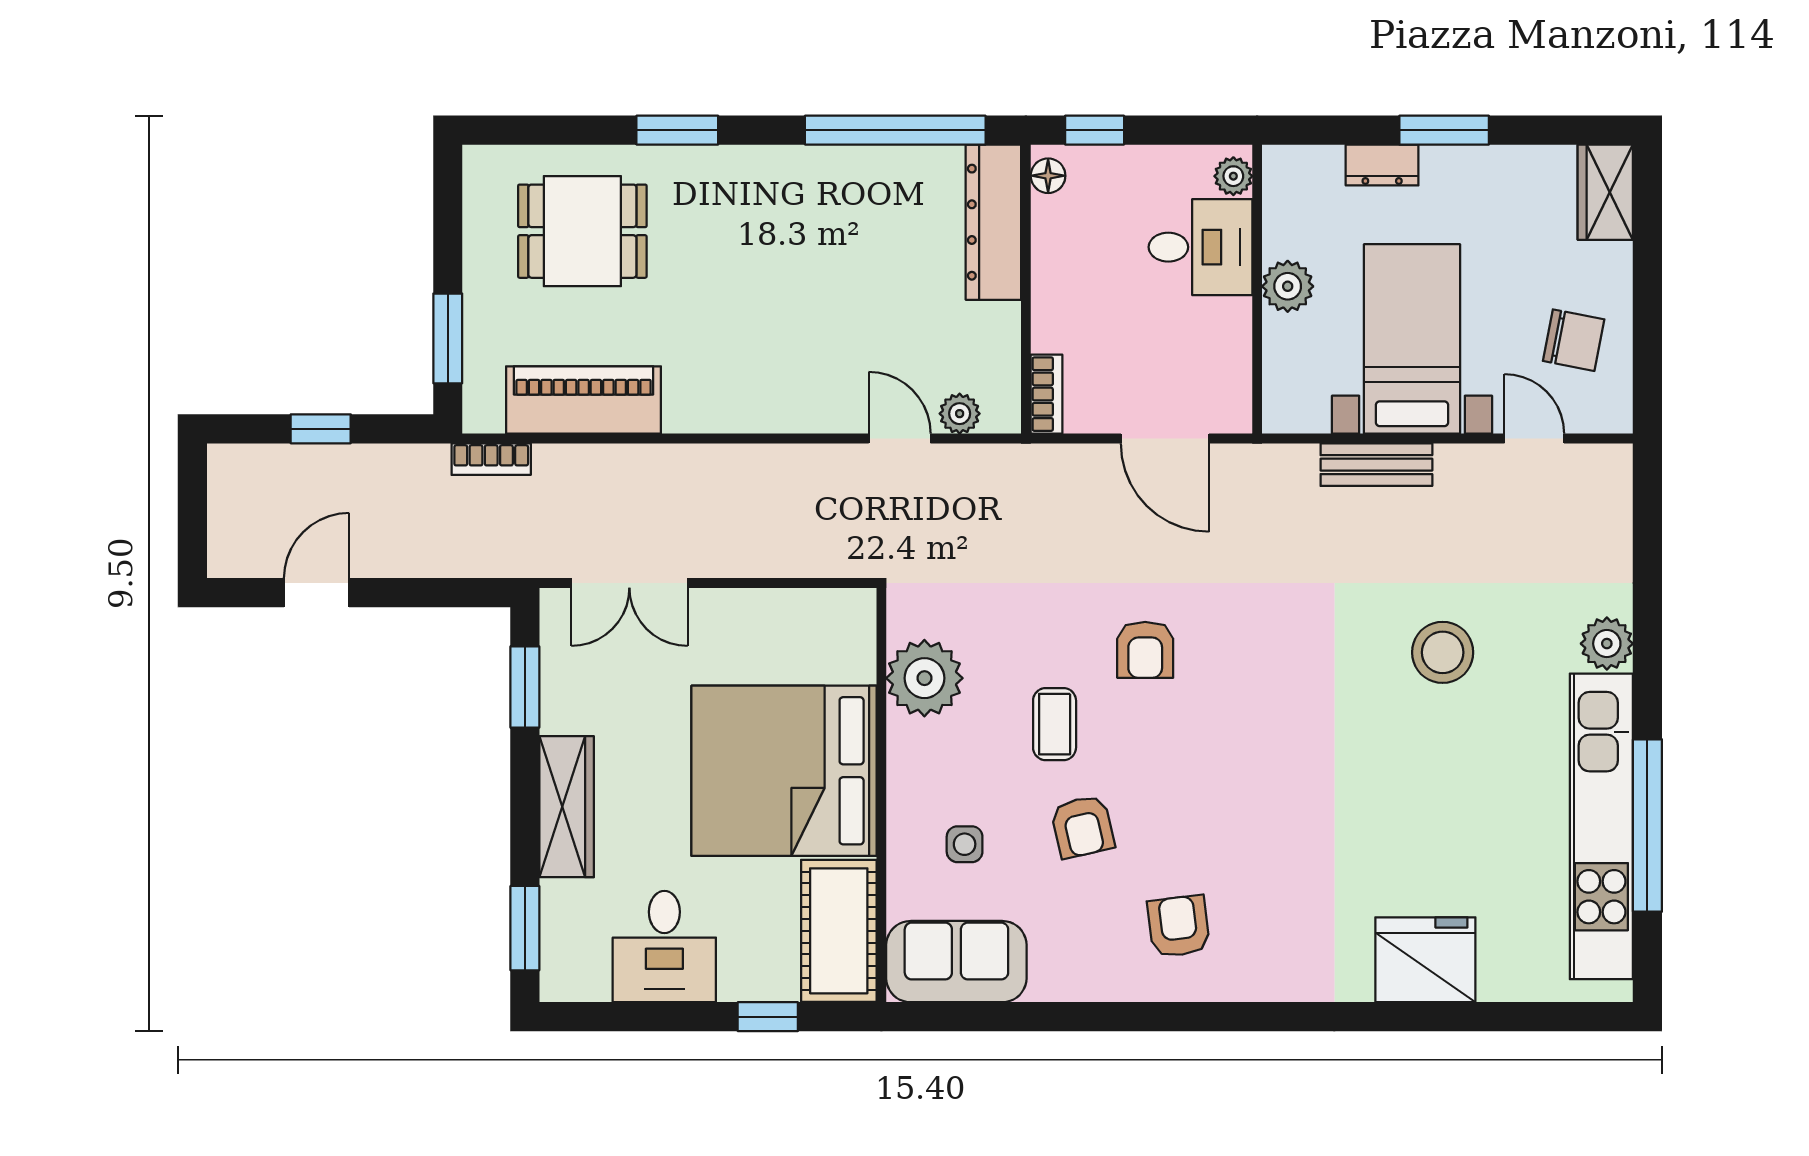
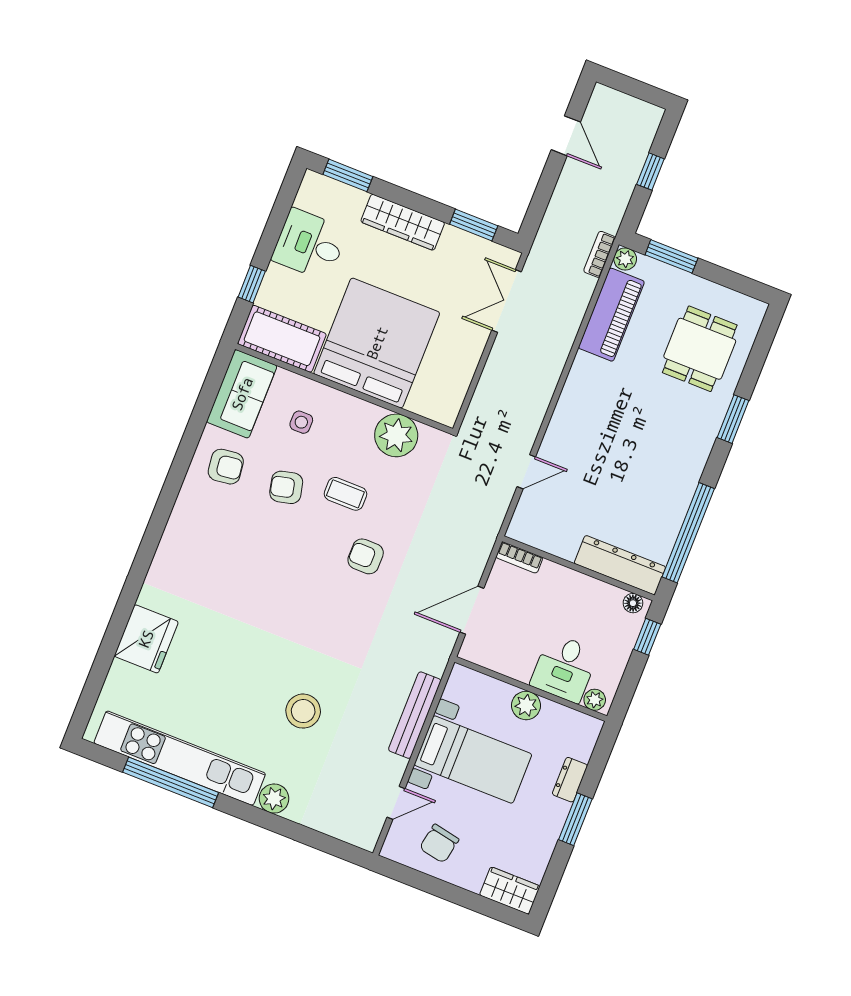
plant: (960, 414) -> (625, 259), moved
bench: (1376, 465) -> (415, 715), width x1.36
armchair: (1179, 926) -> (226, 467), moved

